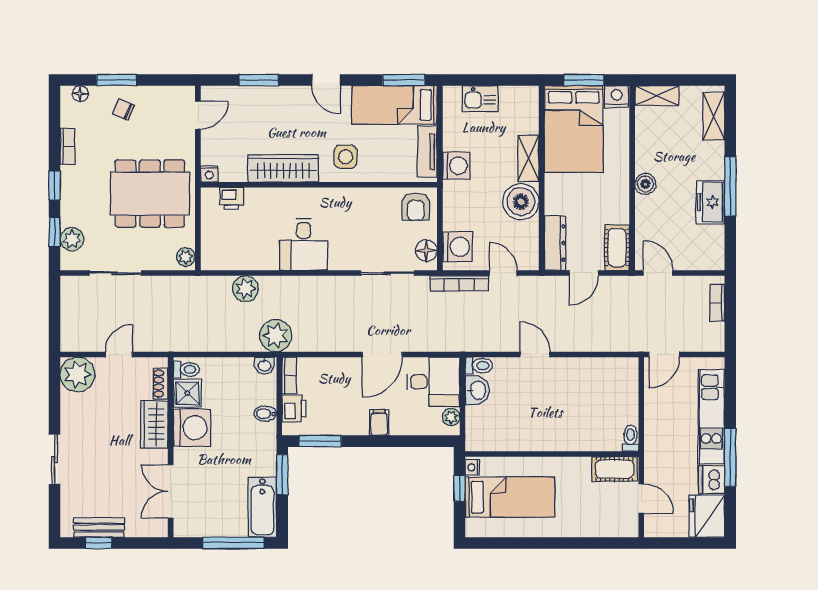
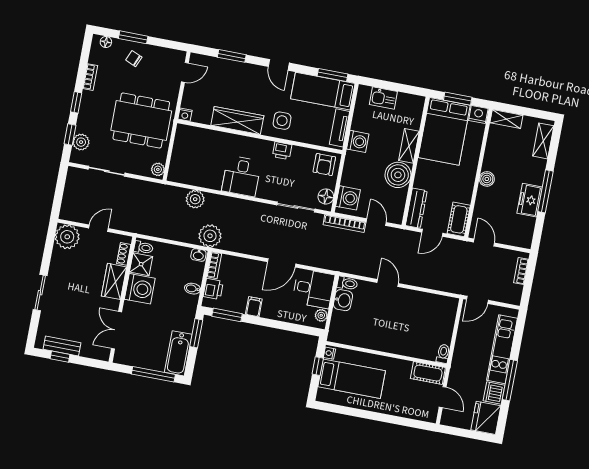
printer: (232, 198) -> (282, 151), moved
filing cabinet: (379, 423) -> (254, 307), moved

